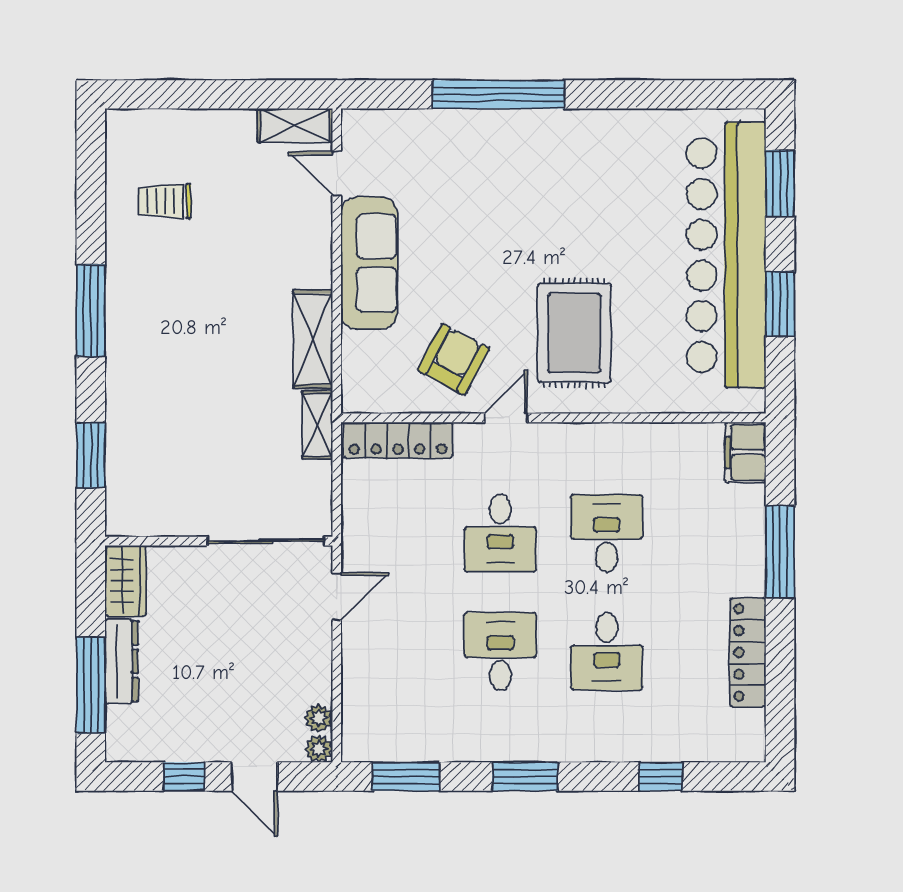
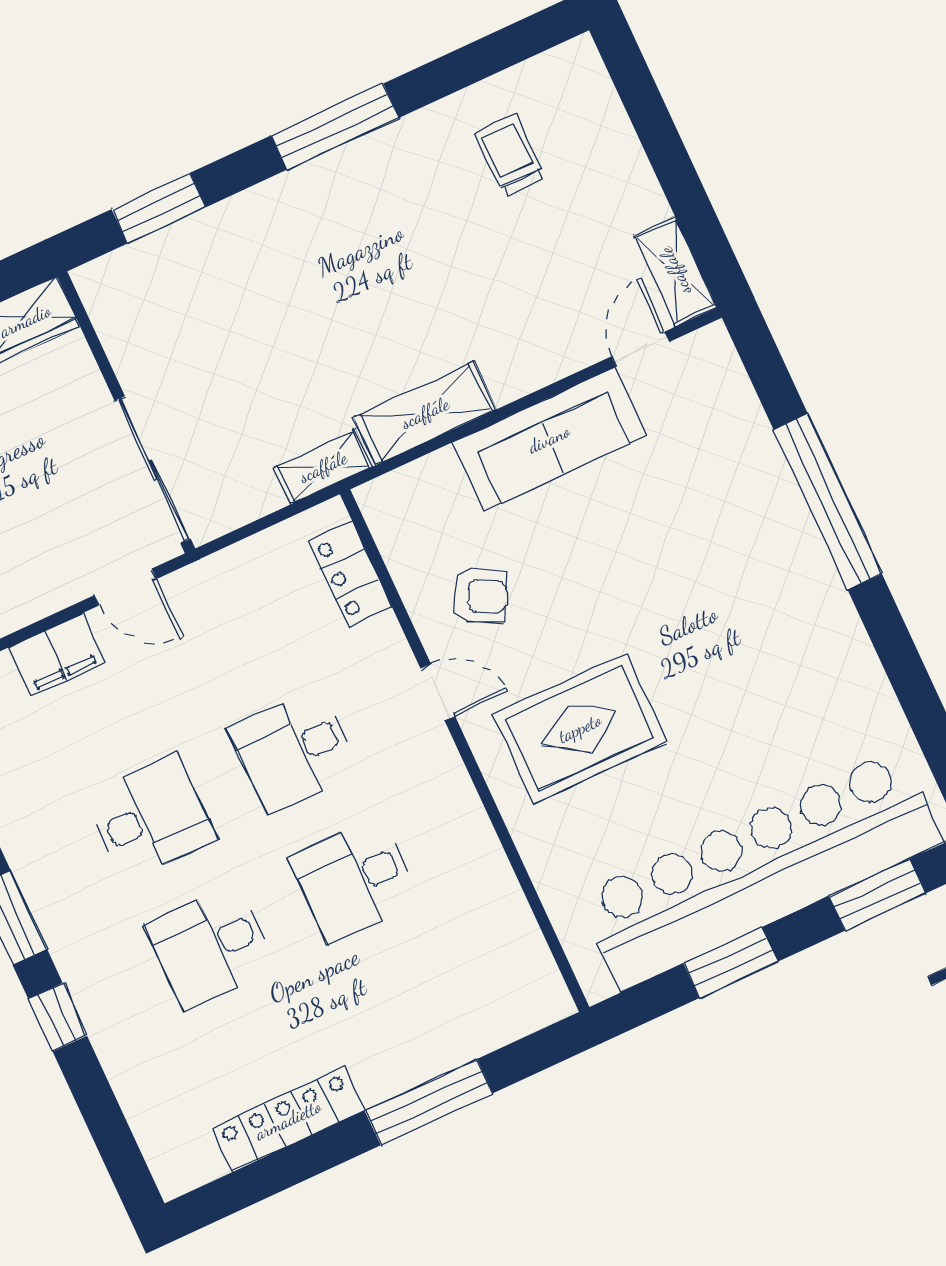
armchair: (454, 359) -> (480, 596), width x0.72, depth x0.72
locker: (398, 440) -> (350, 574), width x0.66
filing cabinet: (746, 452) -> (57, 655), moved, turned 180
desk: (607, 533) -> (354, 880), turned 180
window: (661, 777) -> (58, 1017), moved

